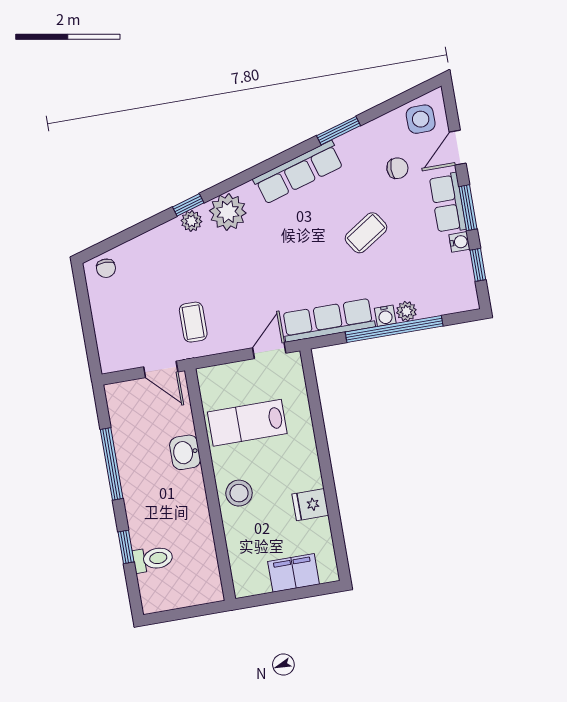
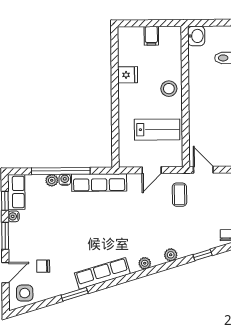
row of seats: (448, 203) -> (16, 192), moved
window: (188, 205) -> (203, 255), moved
plant: (228, 212) -> (145, 263), width x0.53, depth x0.53
coffee table: (366, 233) -> (68, 231), removed
door: (269, 351) -> (152, 170), moved
washbasin: (185, 452) -> (196, 36), moved
filing cabinet: (294, 573) -> (151, 36), width x0.50

